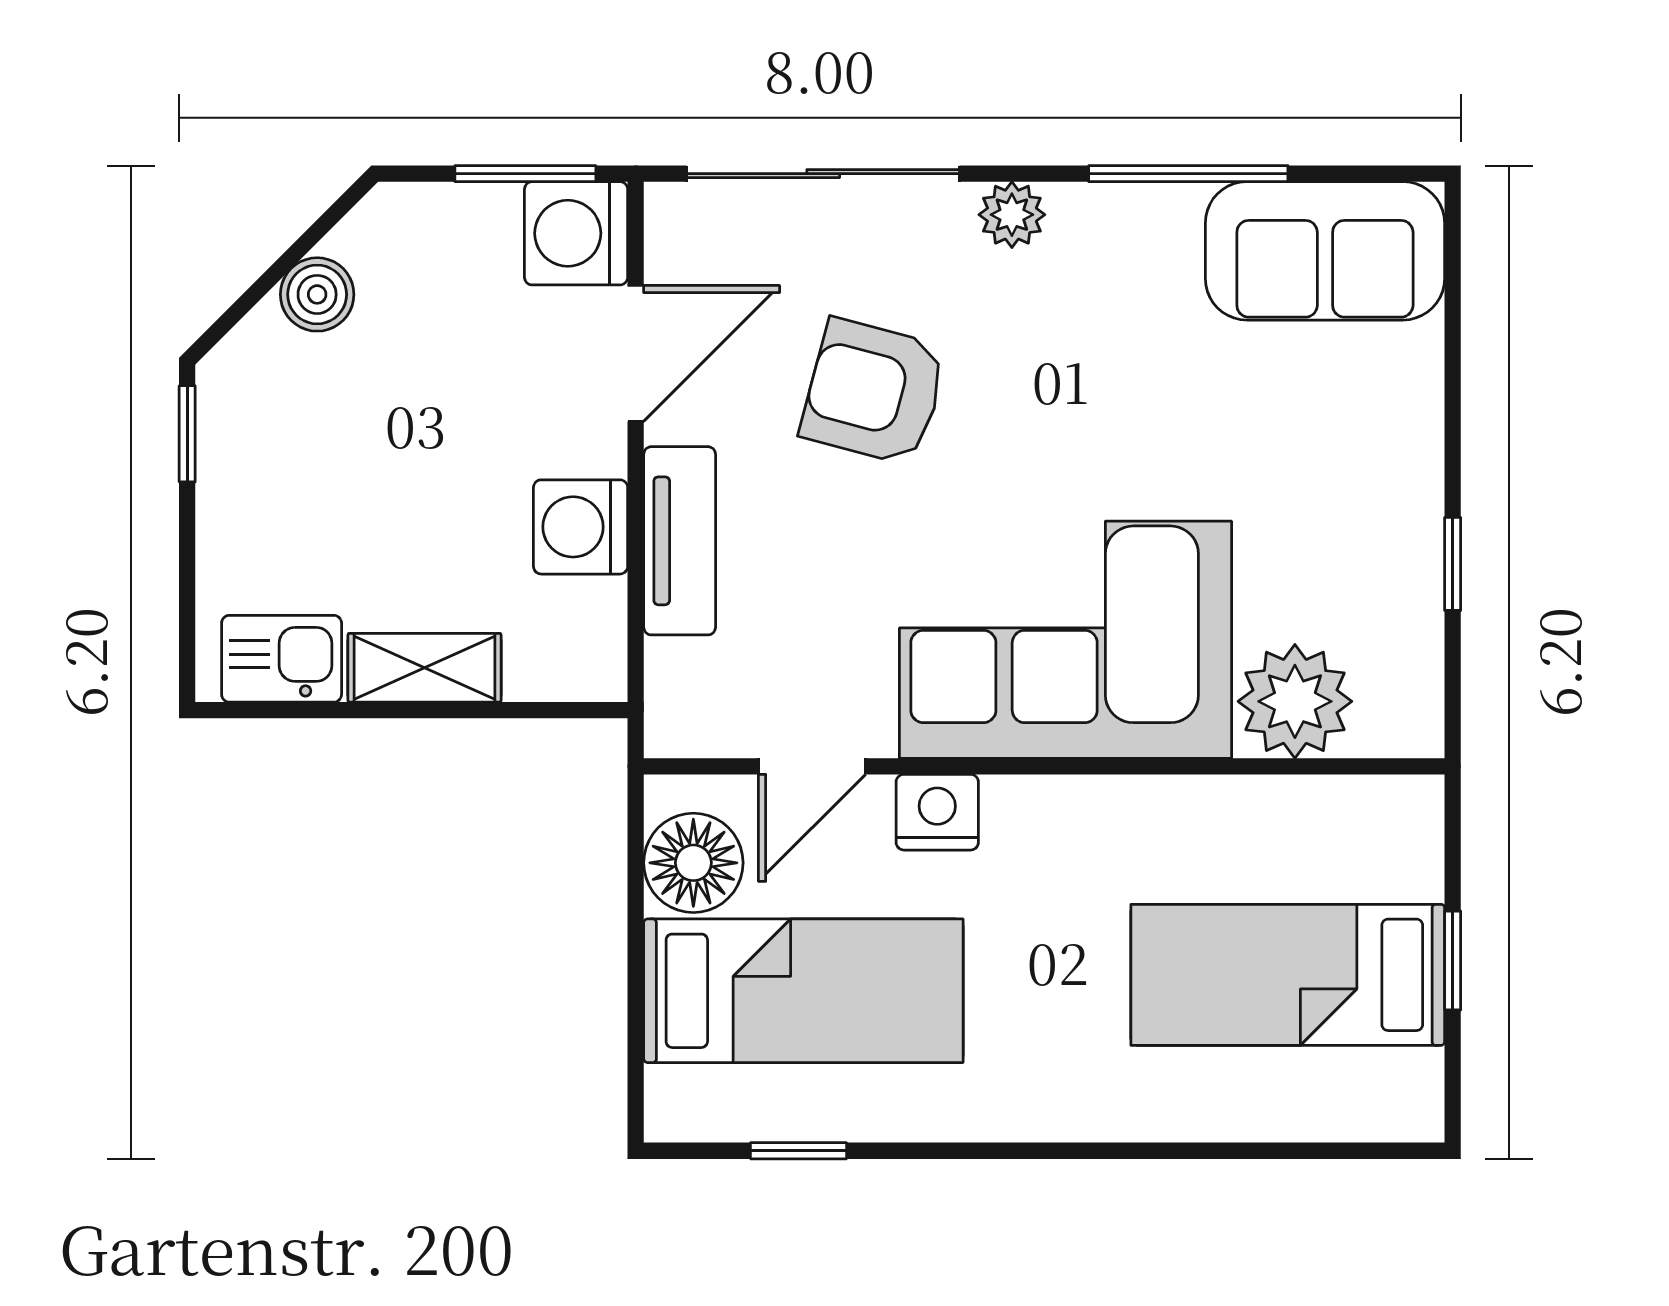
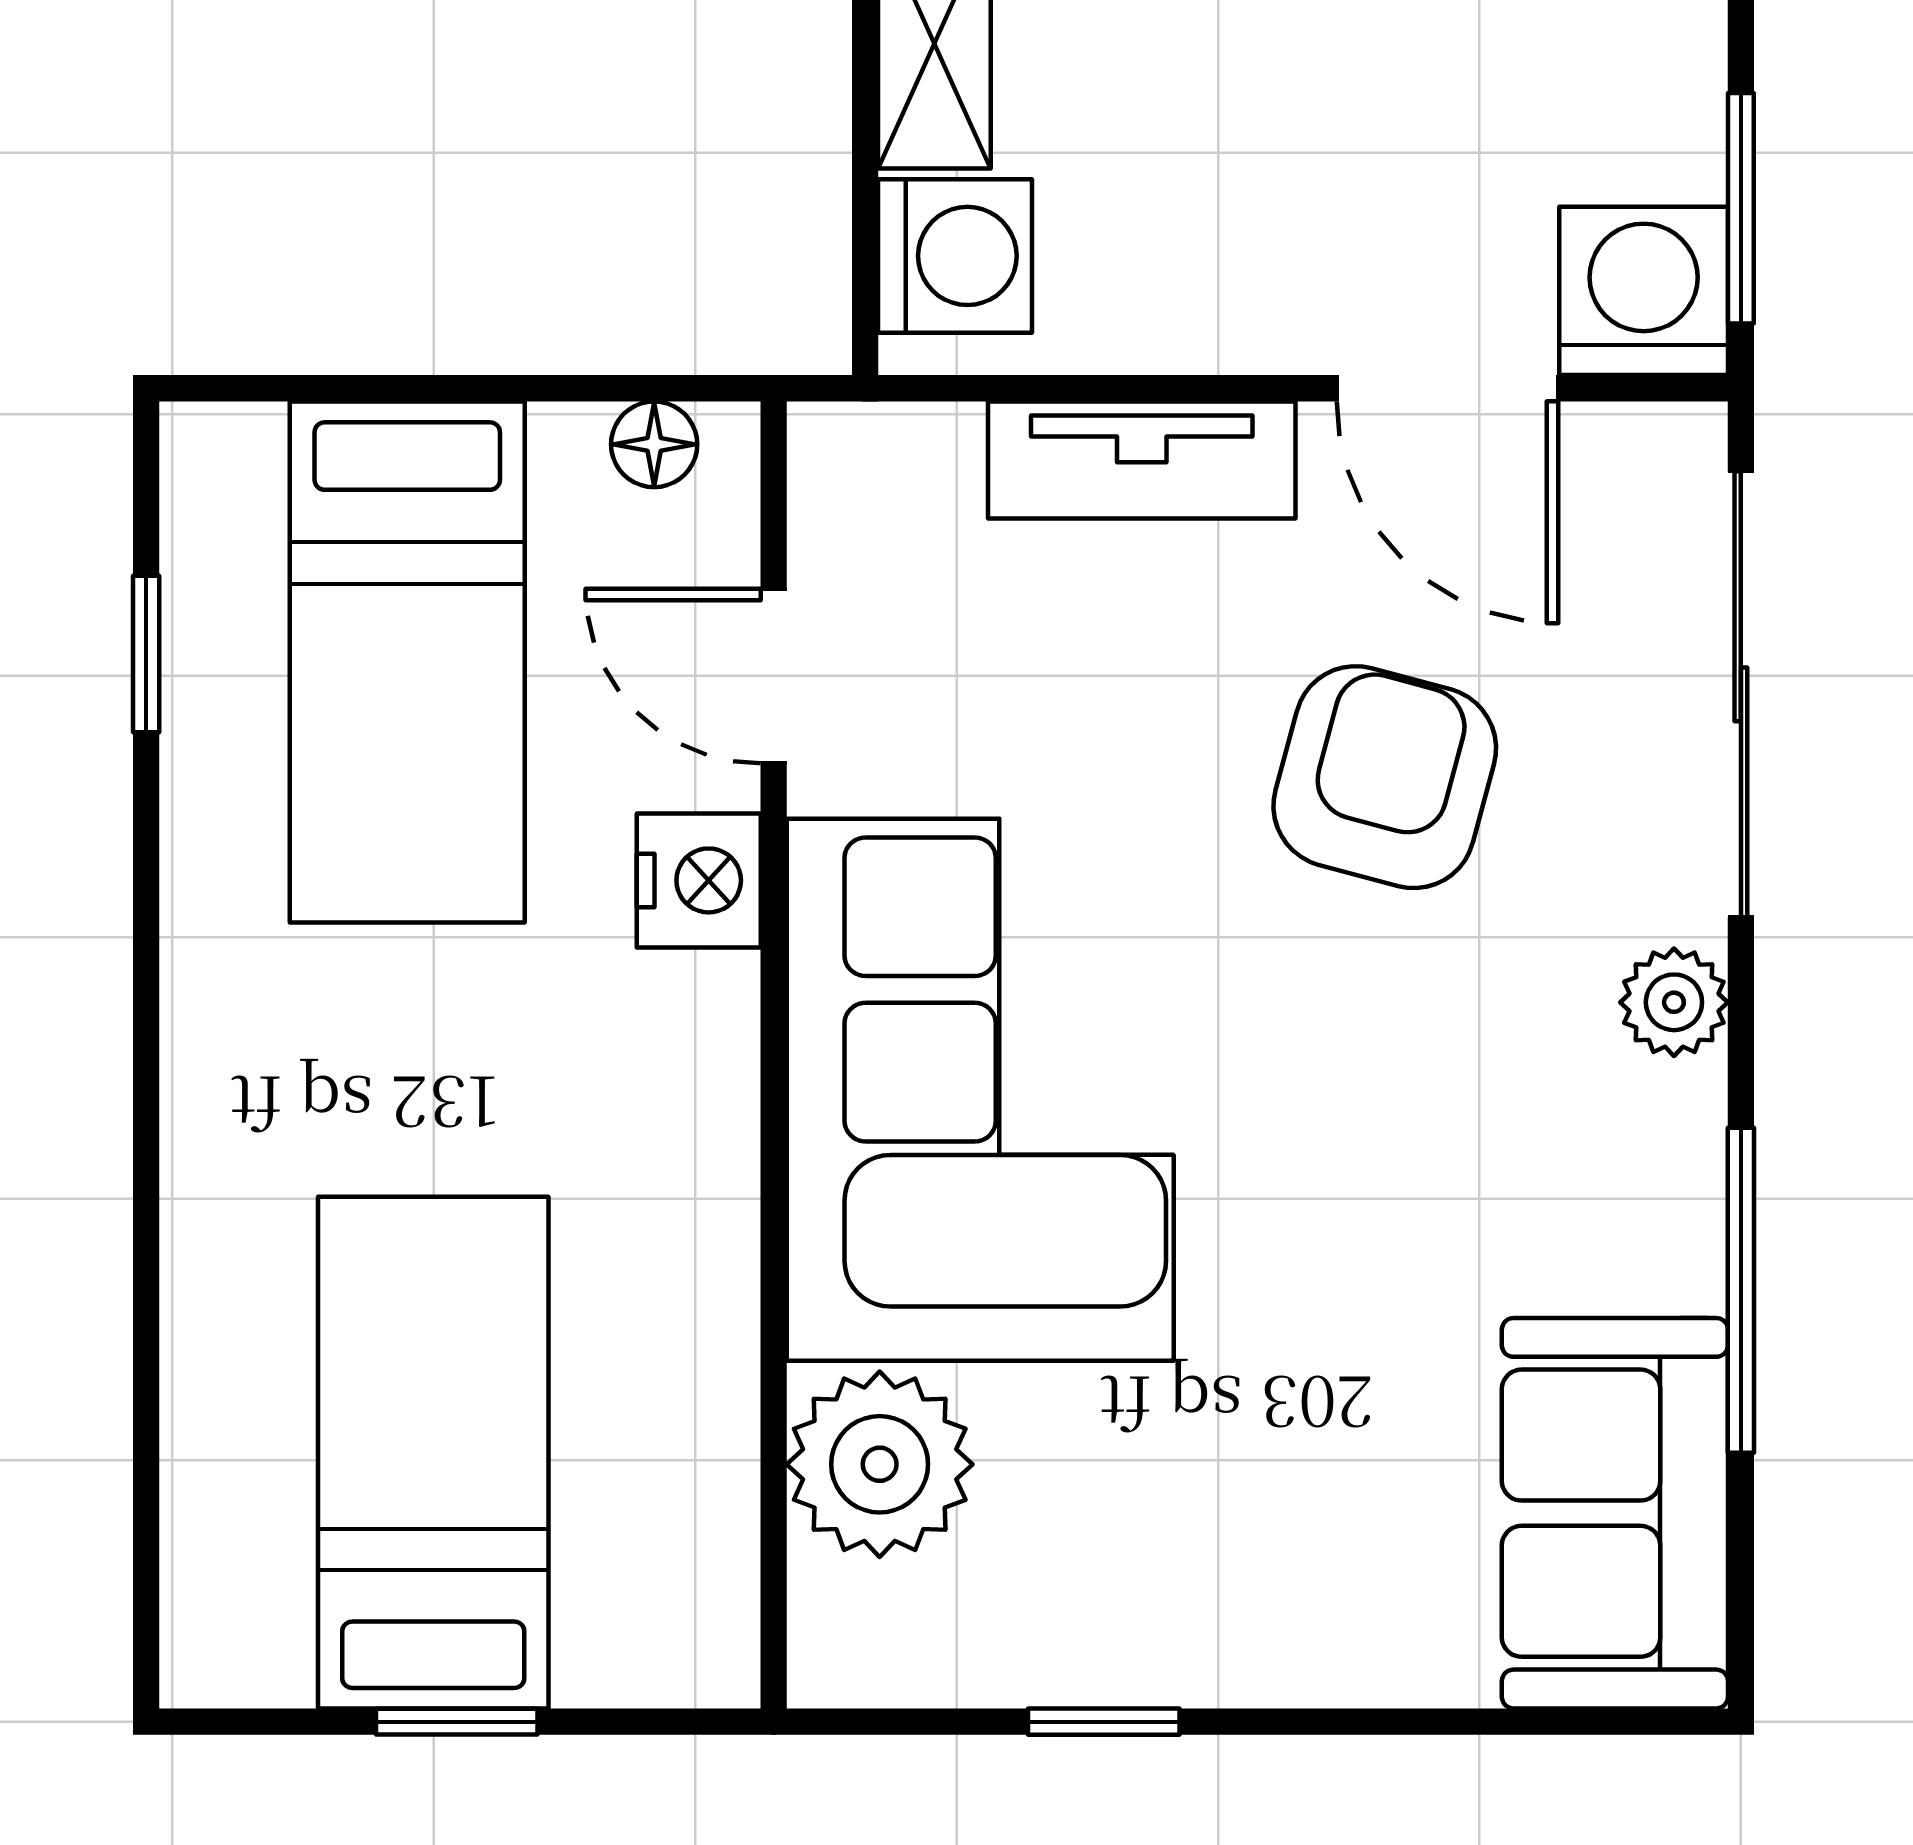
washing machine: (581, 527) -> (955, 256), moved, turned 90
floor lamp: (693, 863) -> (654, 444), width x0.53, depth x0.53

